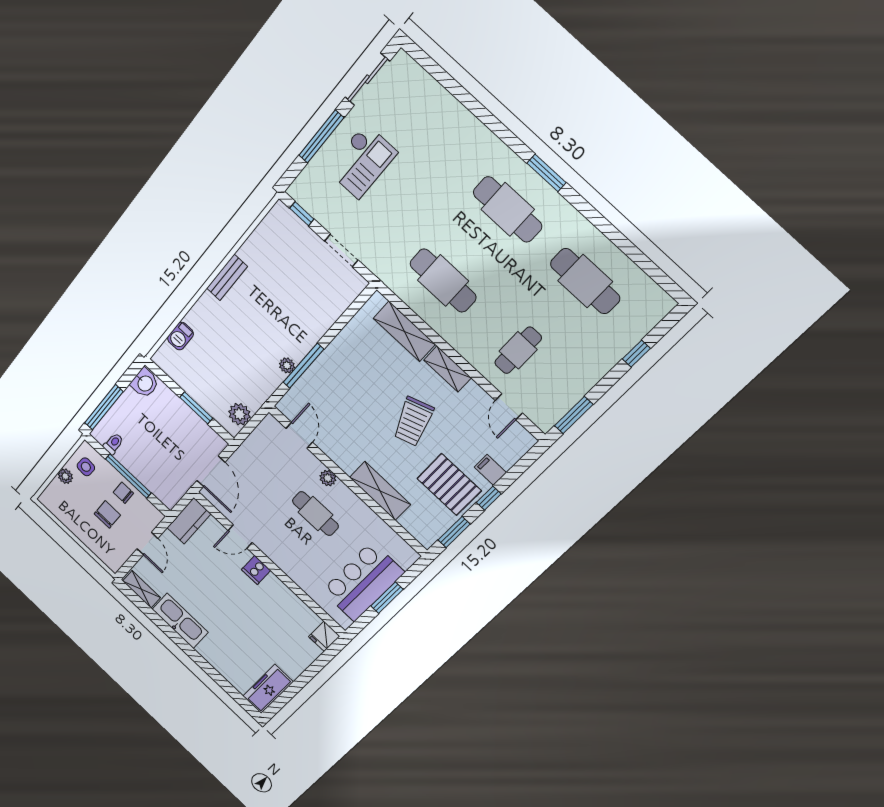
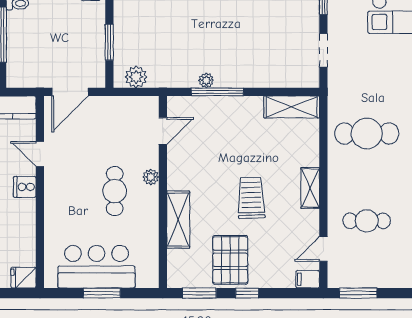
cafe table: (443, 281) -> (367, 134), turned 90
shelving: (404, 331) -> (292, 107), moved, turned 90
trolley: (413, 422) -> (251, 198), turned 108
filing cabinet: (490, 470) -> (308, 279), moved, turned -90

